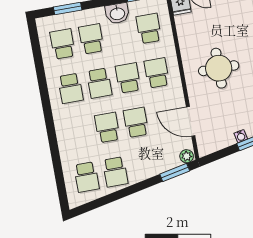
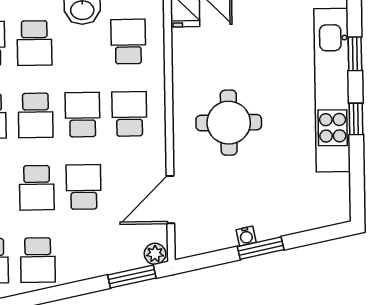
school desk: (91, 39) -> (34, 43), turned 180
door: (191, 121) -> (170, 200), hinge flipped
school desk: (107, 127) -> (37, 188), turned 180

